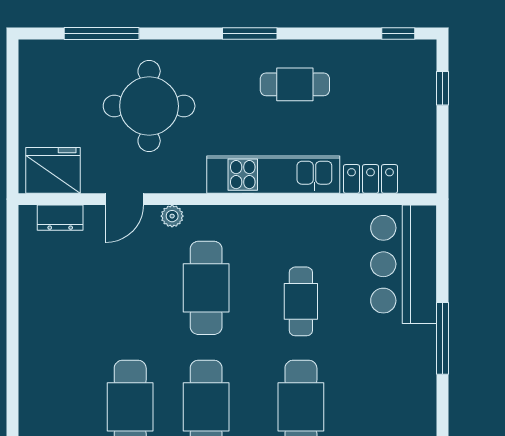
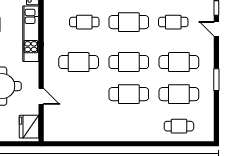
plant: (172, 216) -> (48, 76), removed
dresser: (60, 218) -> (49, 124), removed

